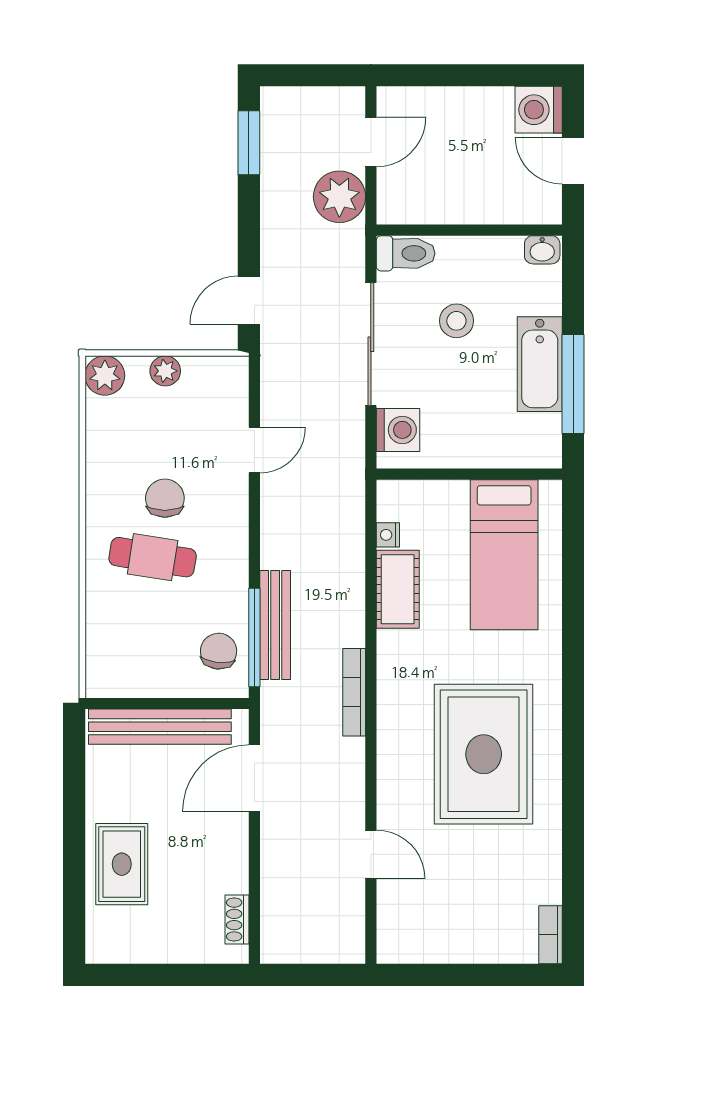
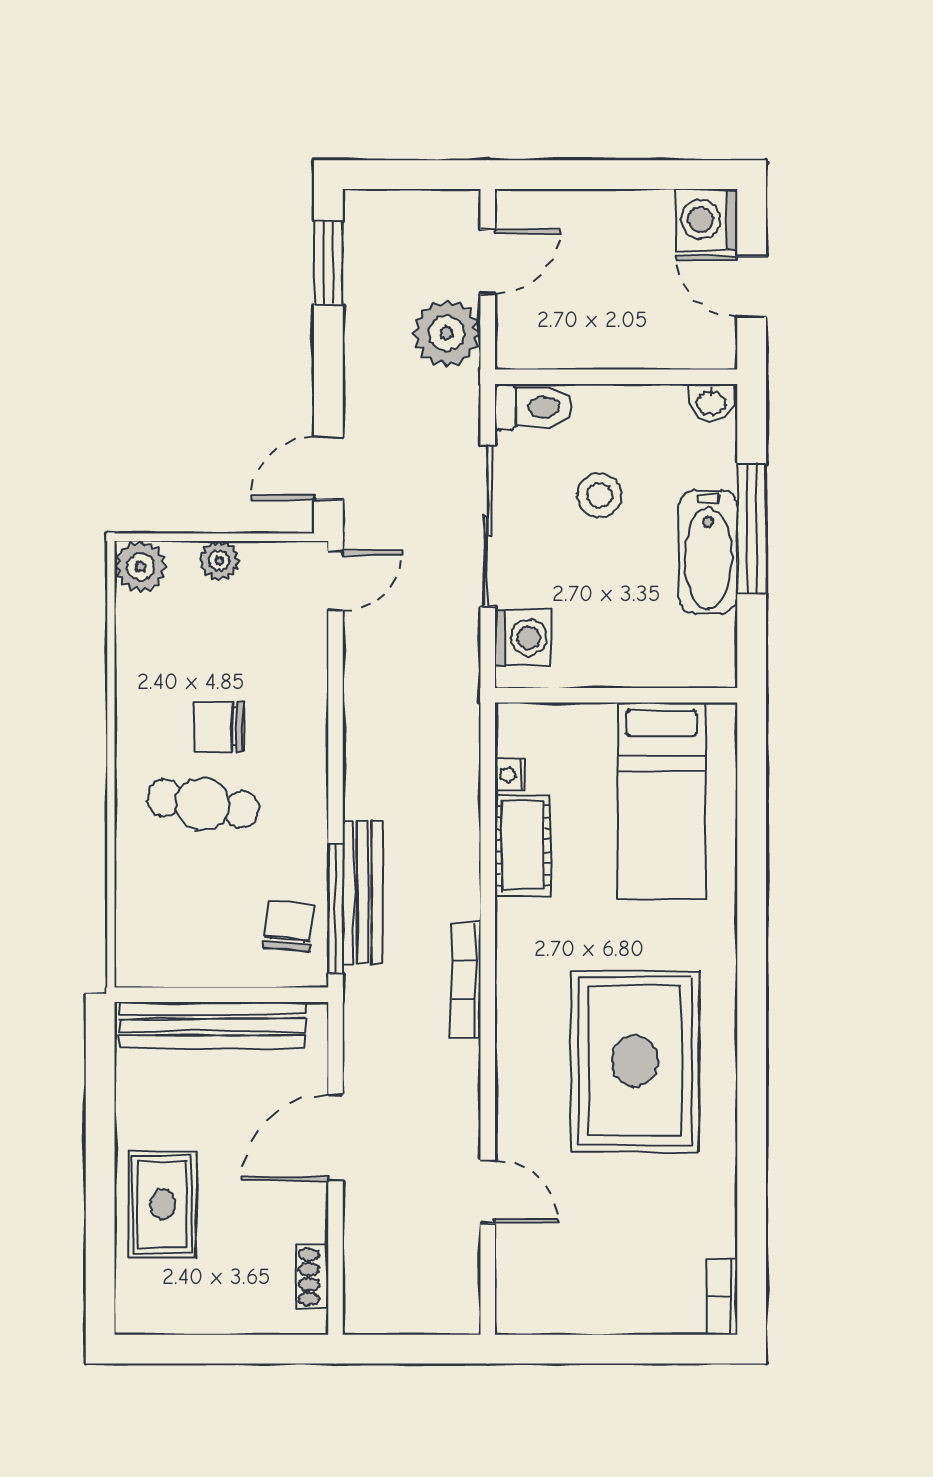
window: (573, 384) -> (752, 528), moved
door: (254, 450) -> (336, 581), moved
chair: (165, 498) -> (219, 727), turned -90
door: (254, 778) -> (336, 1138), moved

